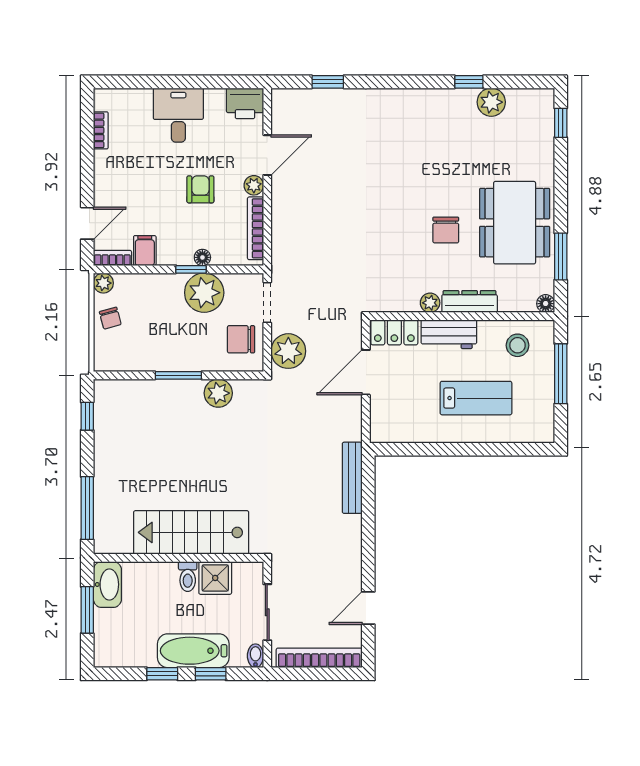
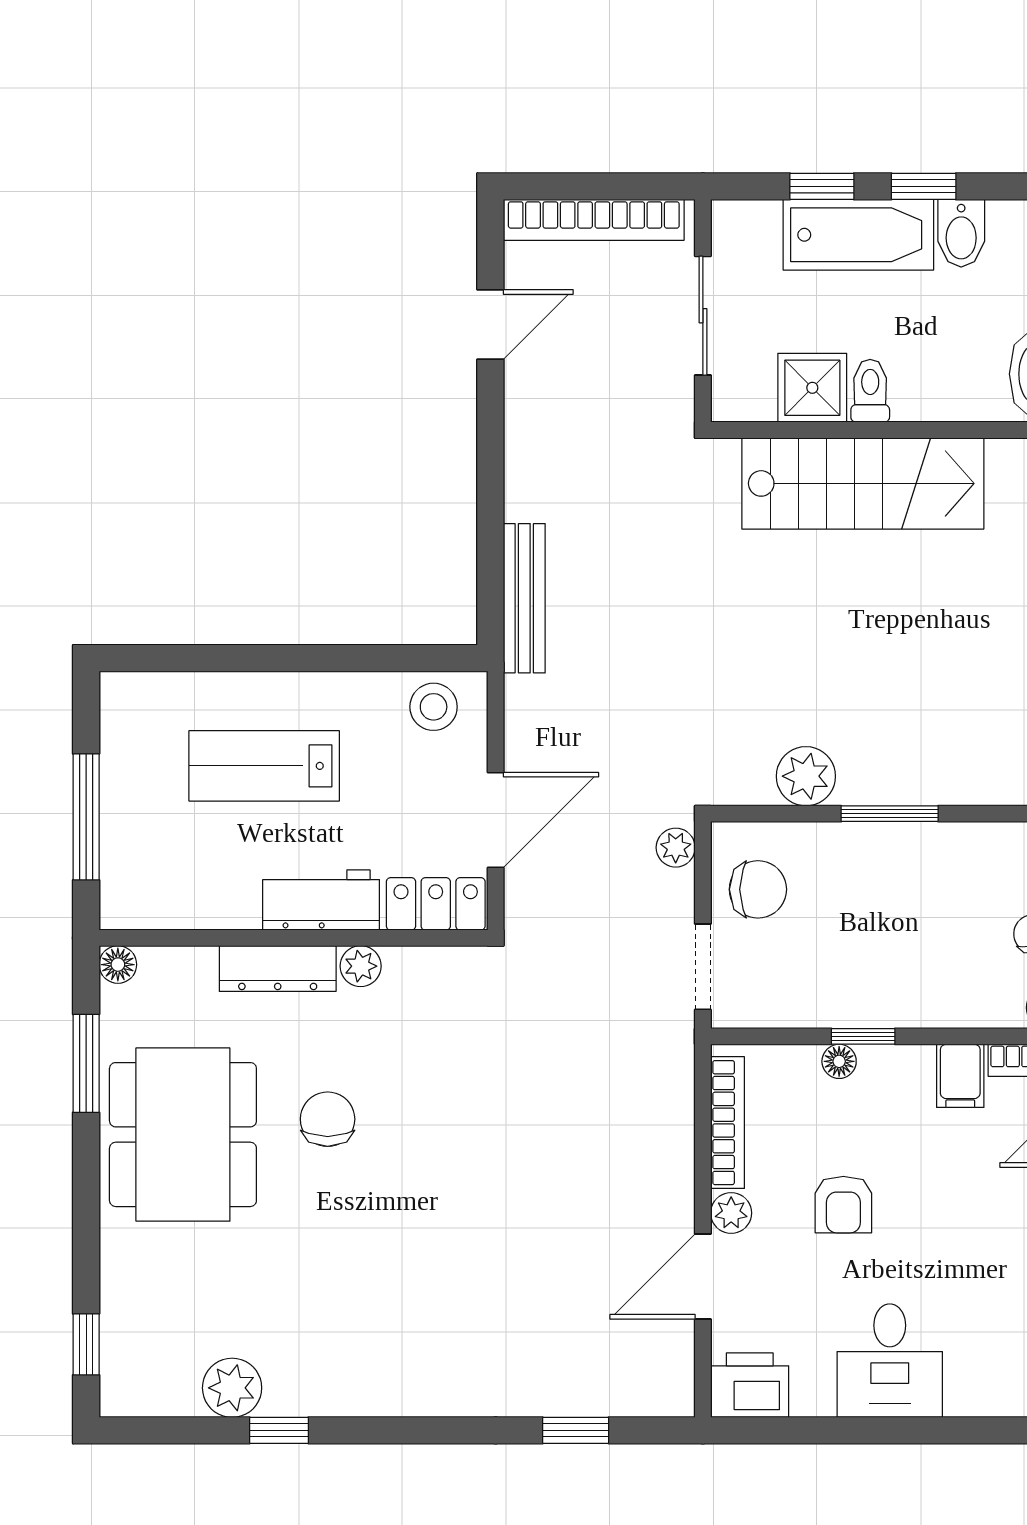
plant: (204, 293) -> (835, 987), removed
stool: (518, 345) -> (434, 707), moved
plant: (288, 351) -> (676, 848), width x0.53, depth x0.53
bidet: (255, 656) -> (961, 233), moved, width x1.38, depth x1.36

